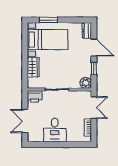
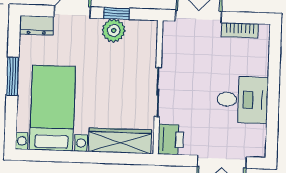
window: (49, 20) -> (13, 76), moved
wardrobe: (33, 67) -> (120, 141), width x1.50
plant: (86, 83) -> (114, 30), moved

